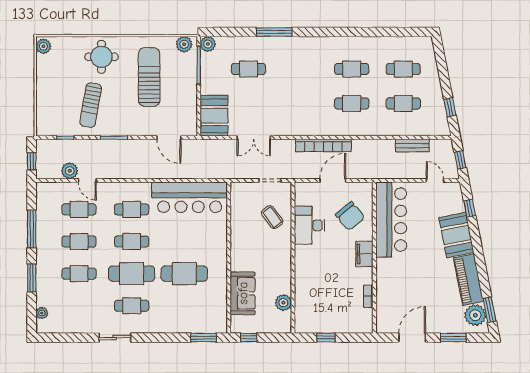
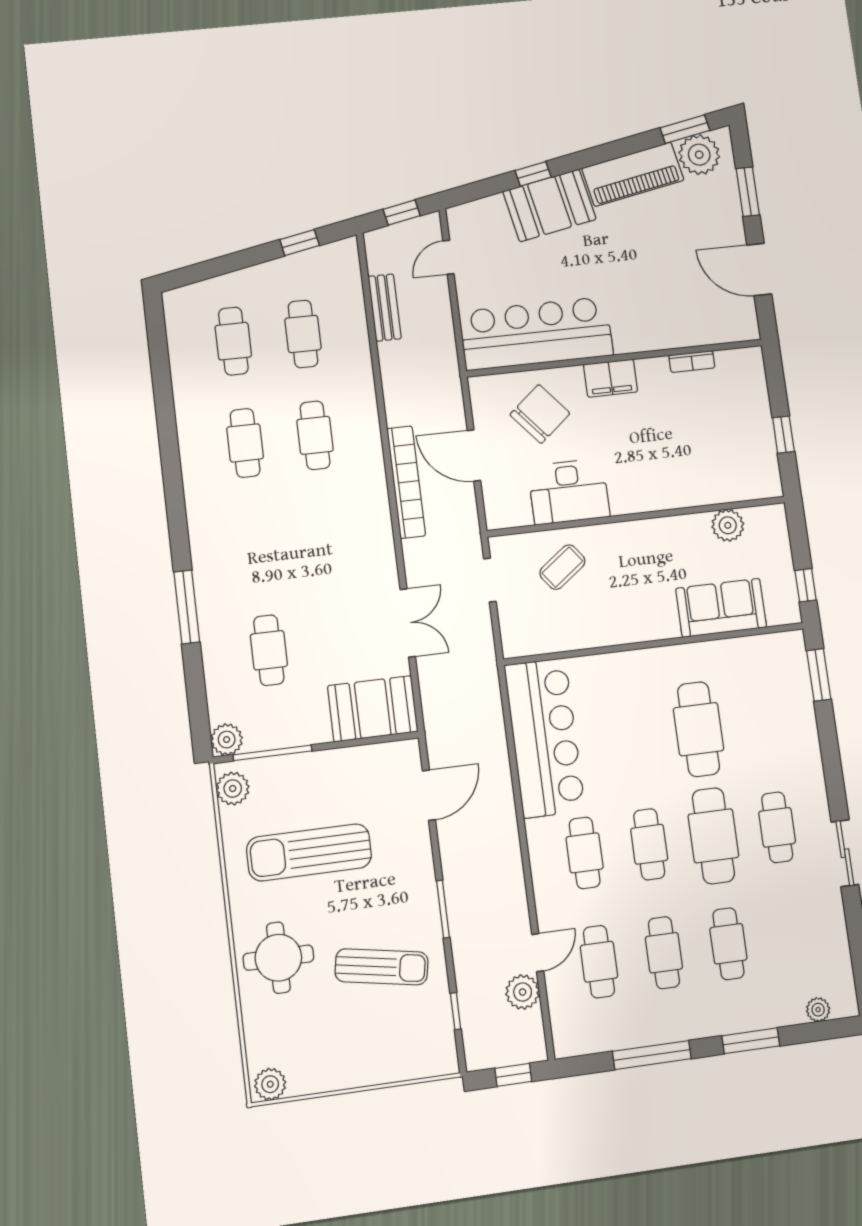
window: (470, 208) -> (533, 174), moved

